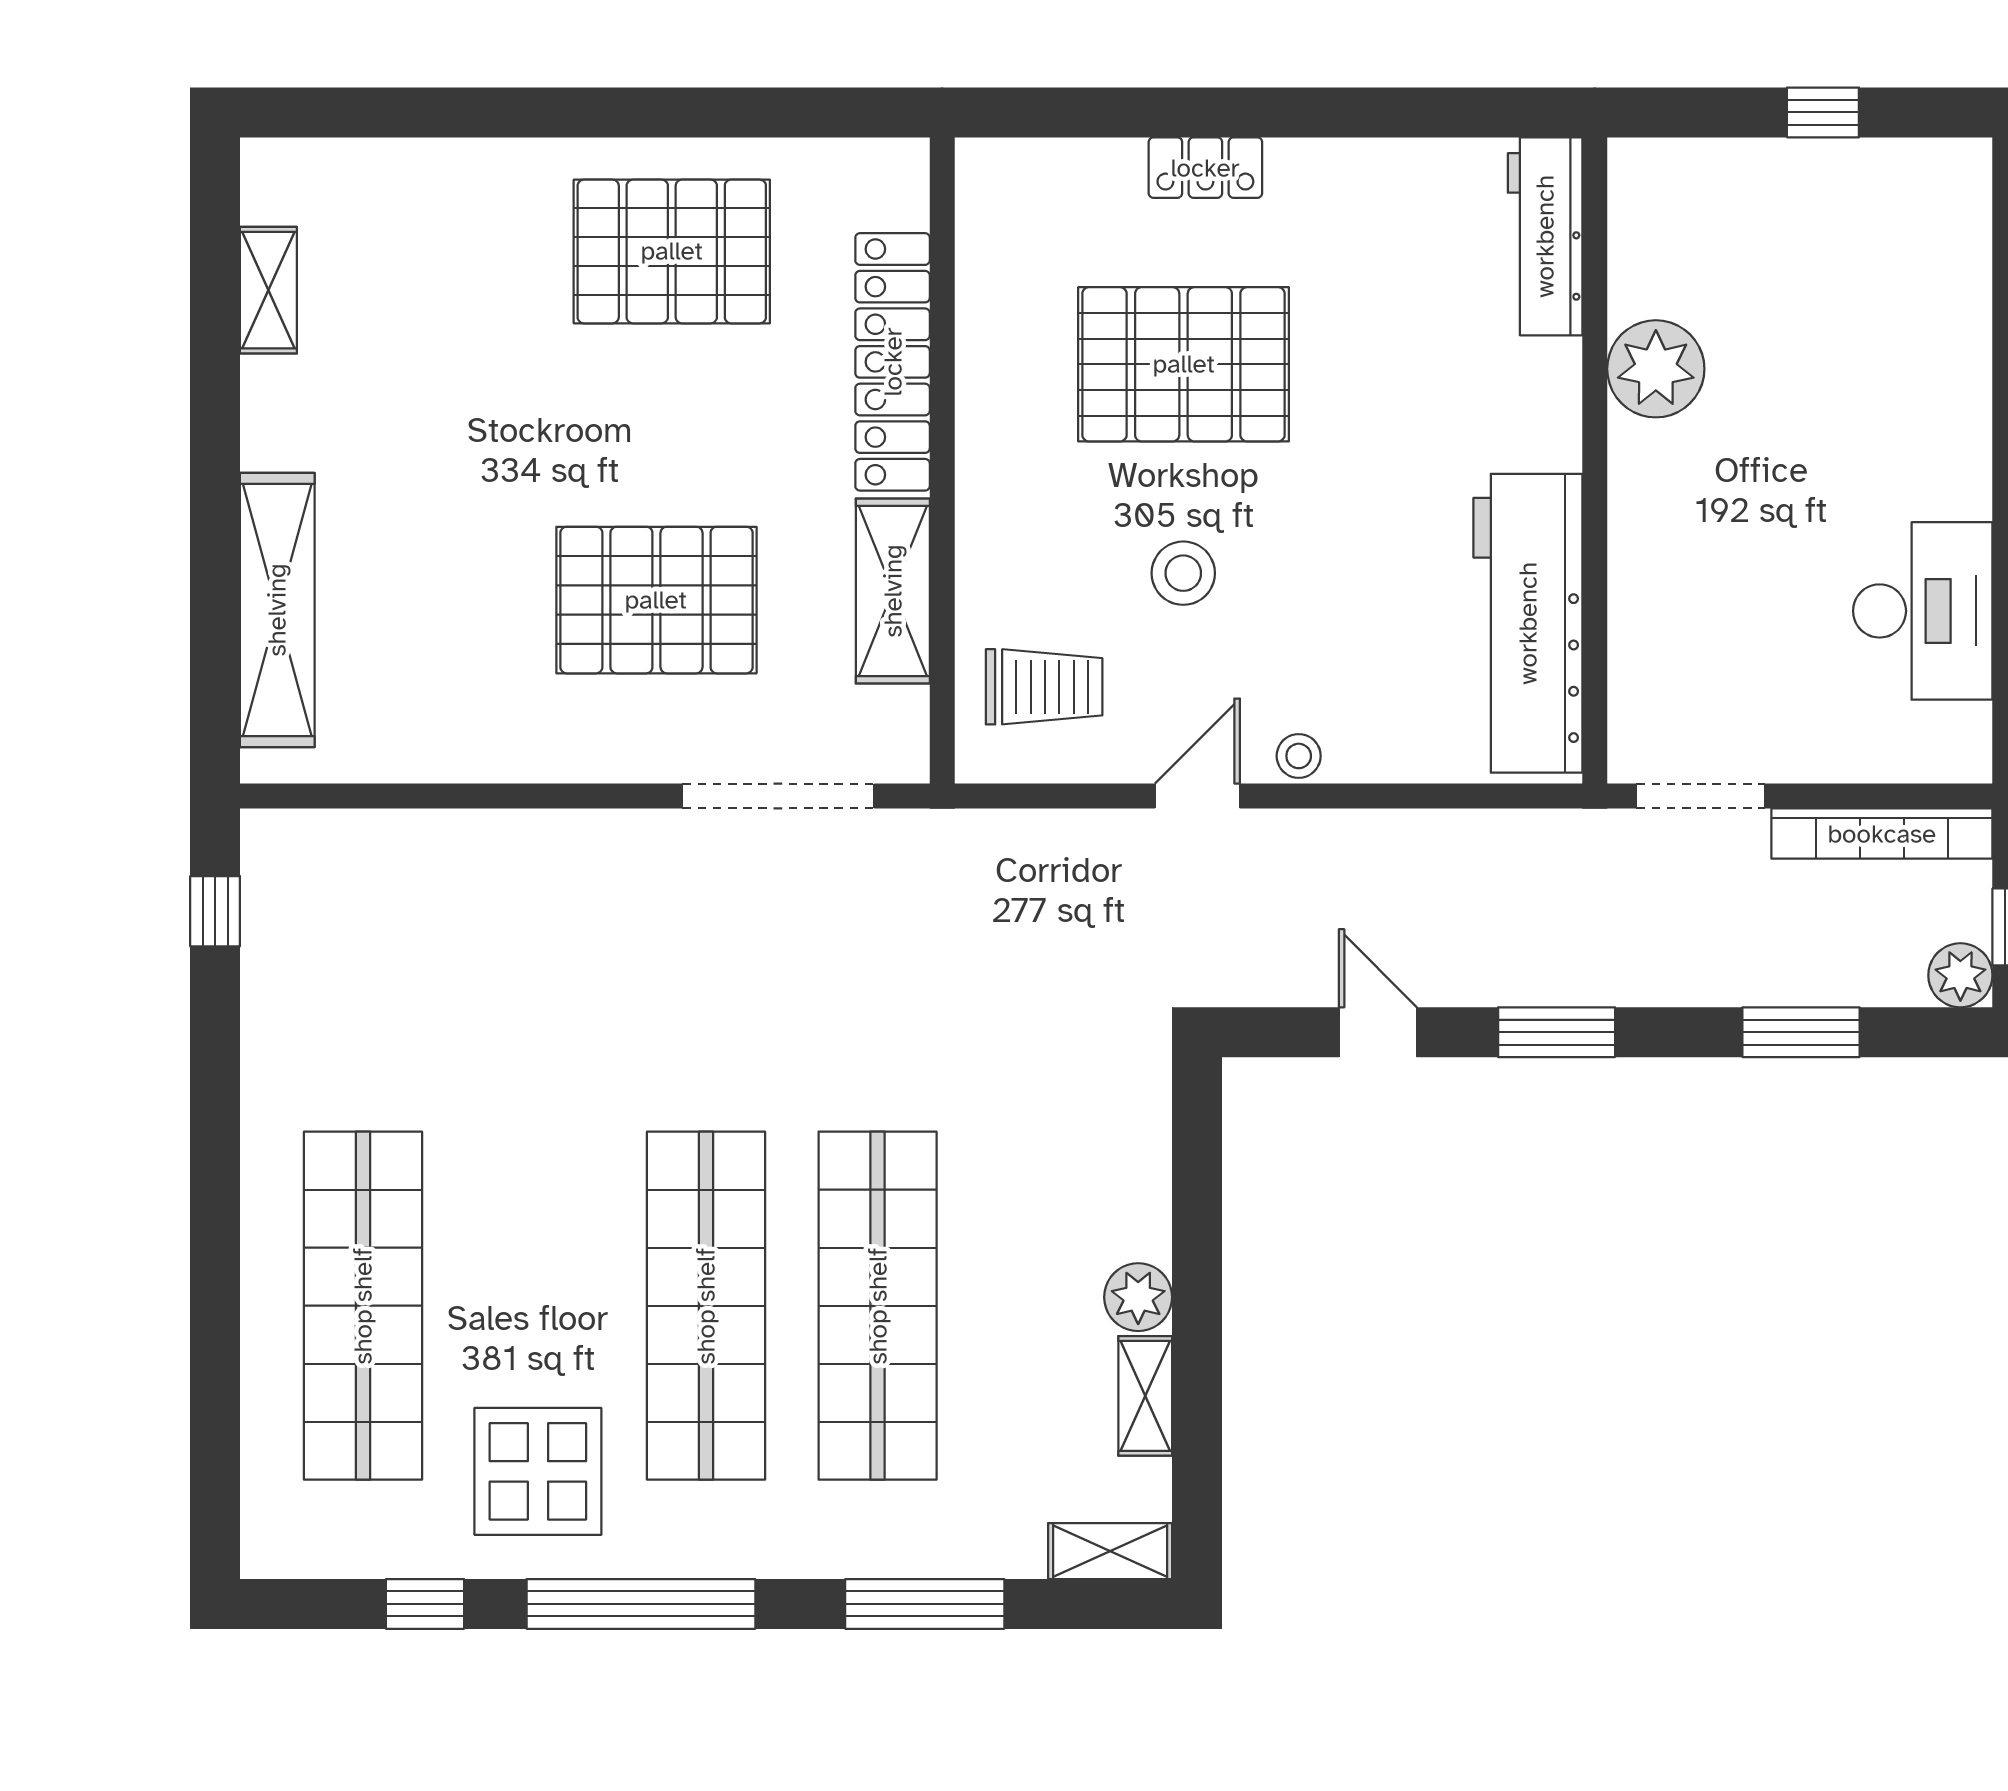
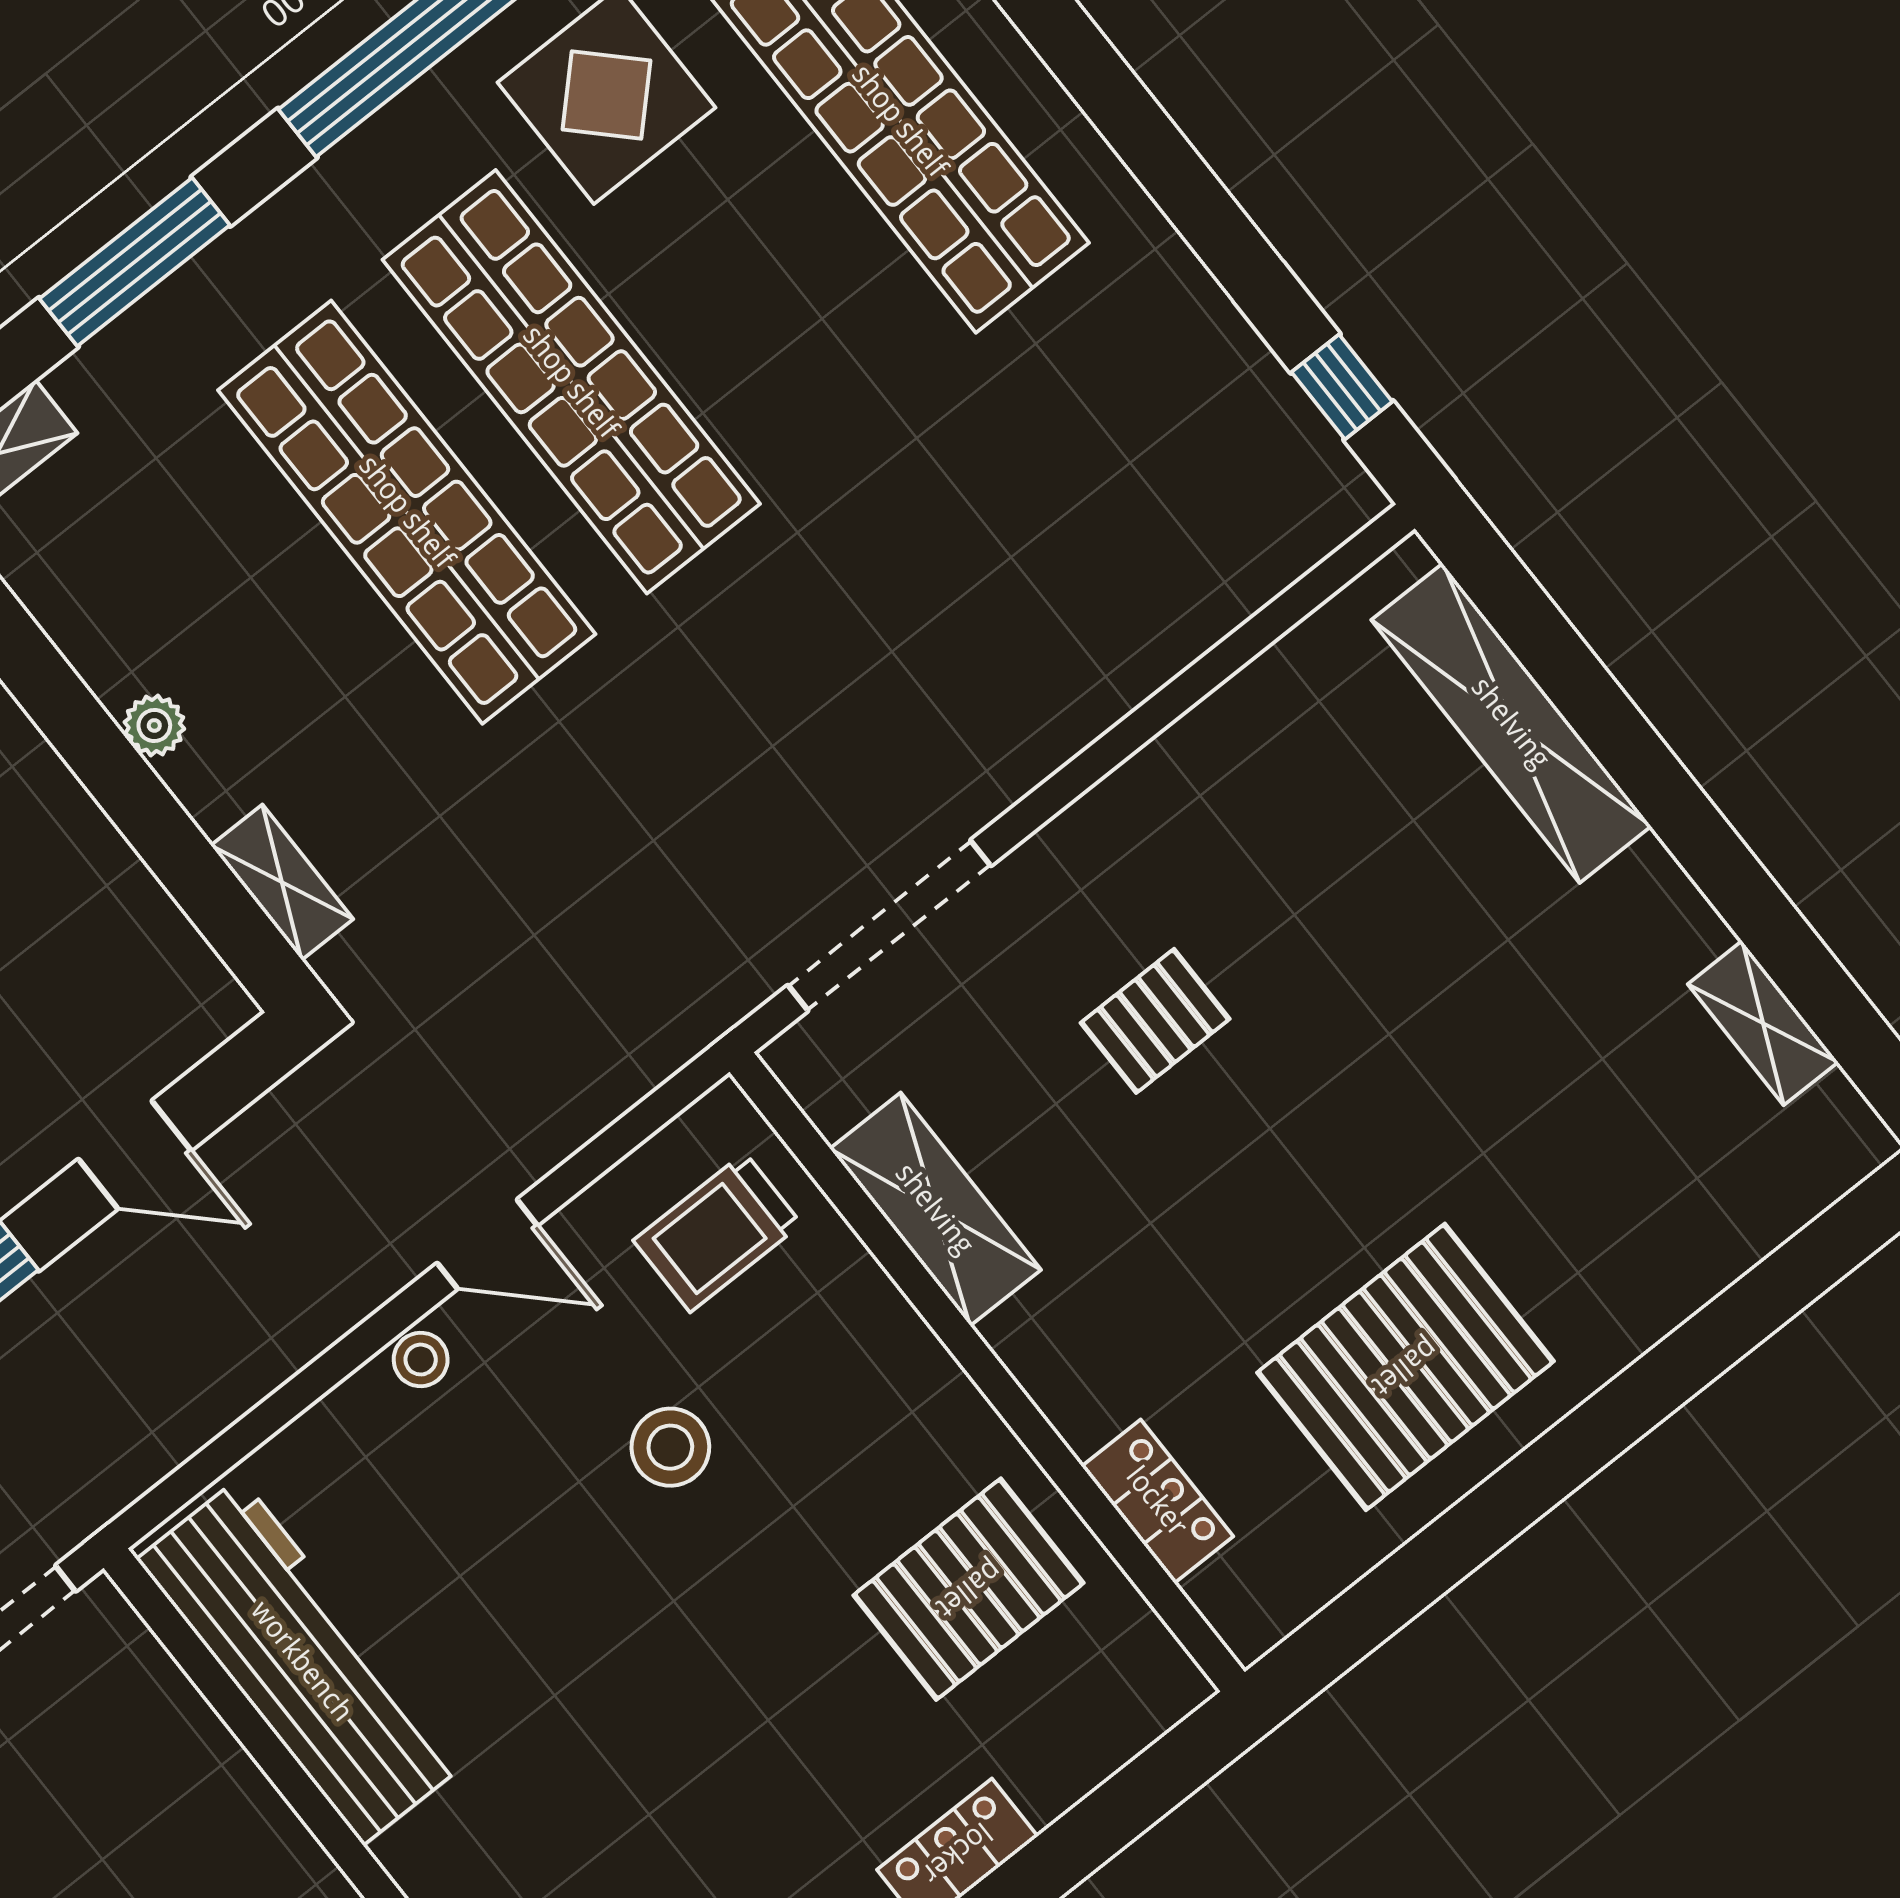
locker: (893, 362) -> (1157, 1501), width x0.46, depth x0.83
pallet: (1184, 364) -> (969, 1589), moved, width x0.73, depth x0.71
pallet: (656, 600) -> (1155, 1021), width x0.49, depth x0.50
door: (1197, 796) -> (487, 1244), hinge flipped
plant: (1138, 1297) -> (154, 725), width x0.73, depth x0.73
shelving: (1145, 1396) -> (282, 882), moved

